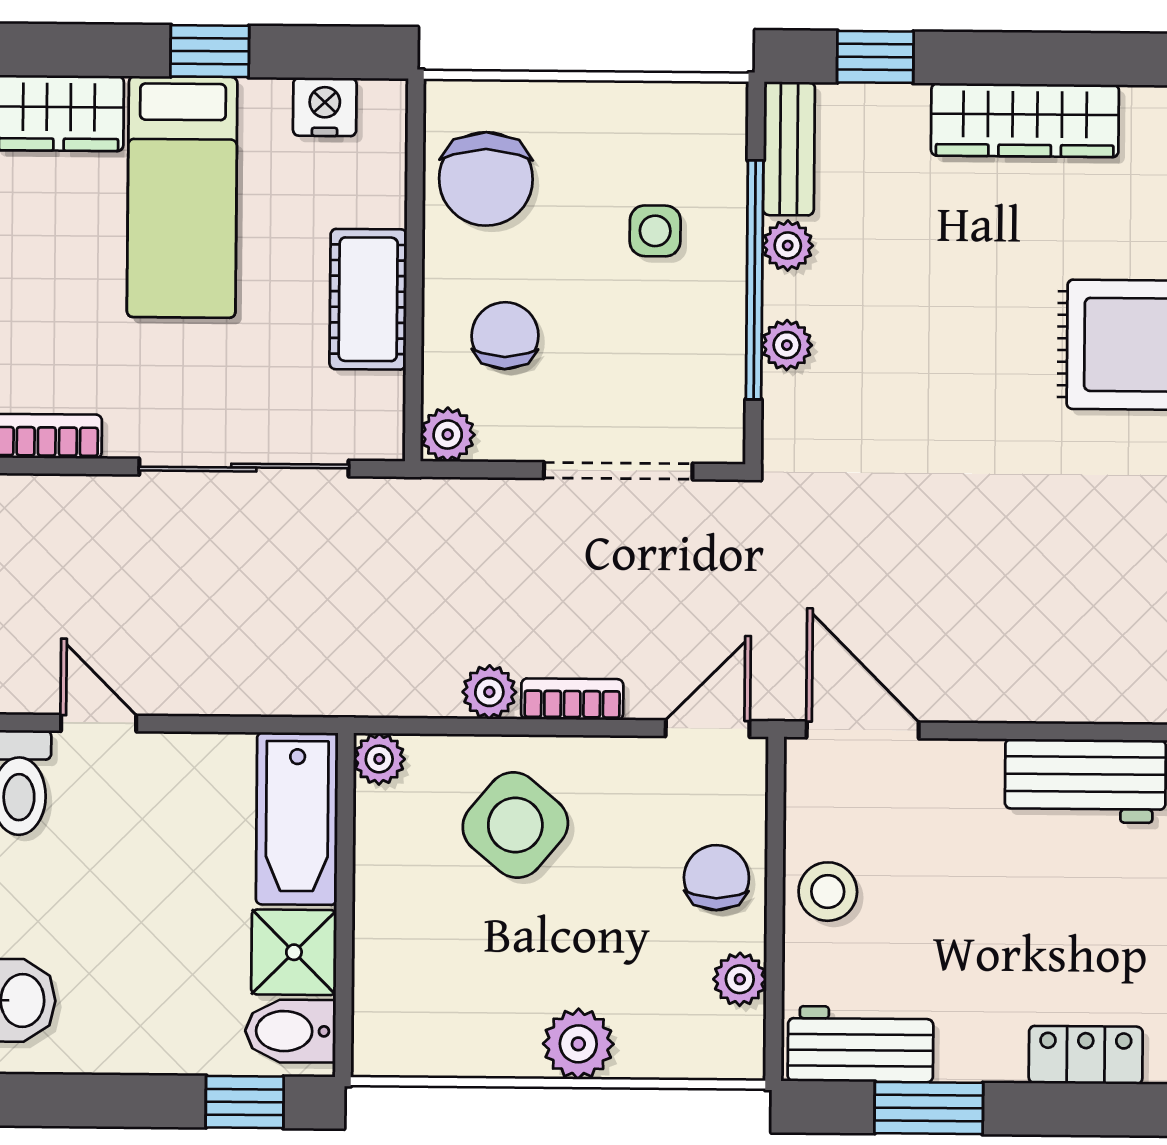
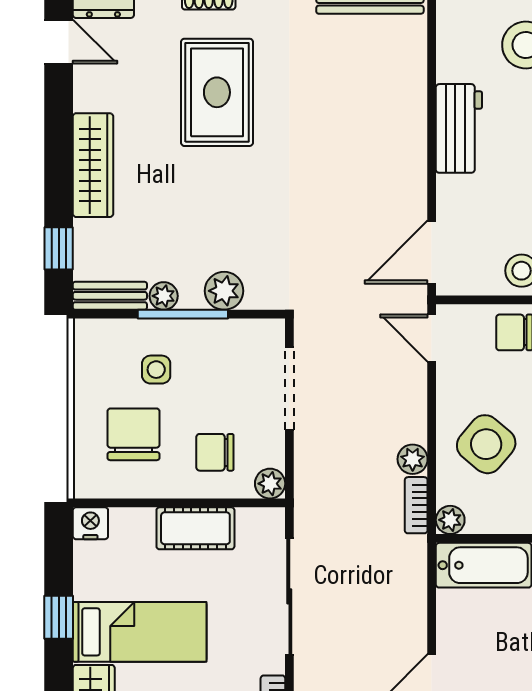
nightstand: (325, 107) -> (90, 523), moved, turned 90
chair: (486, 179) -> (134, 434), moved, turned -90
window: (755, 280) -> (183, 314), width x0.68
plant: (787, 345) -> (224, 291), width x1.38, depth x1.38
bookcase: (572, 699) -> (416, 505), moved

